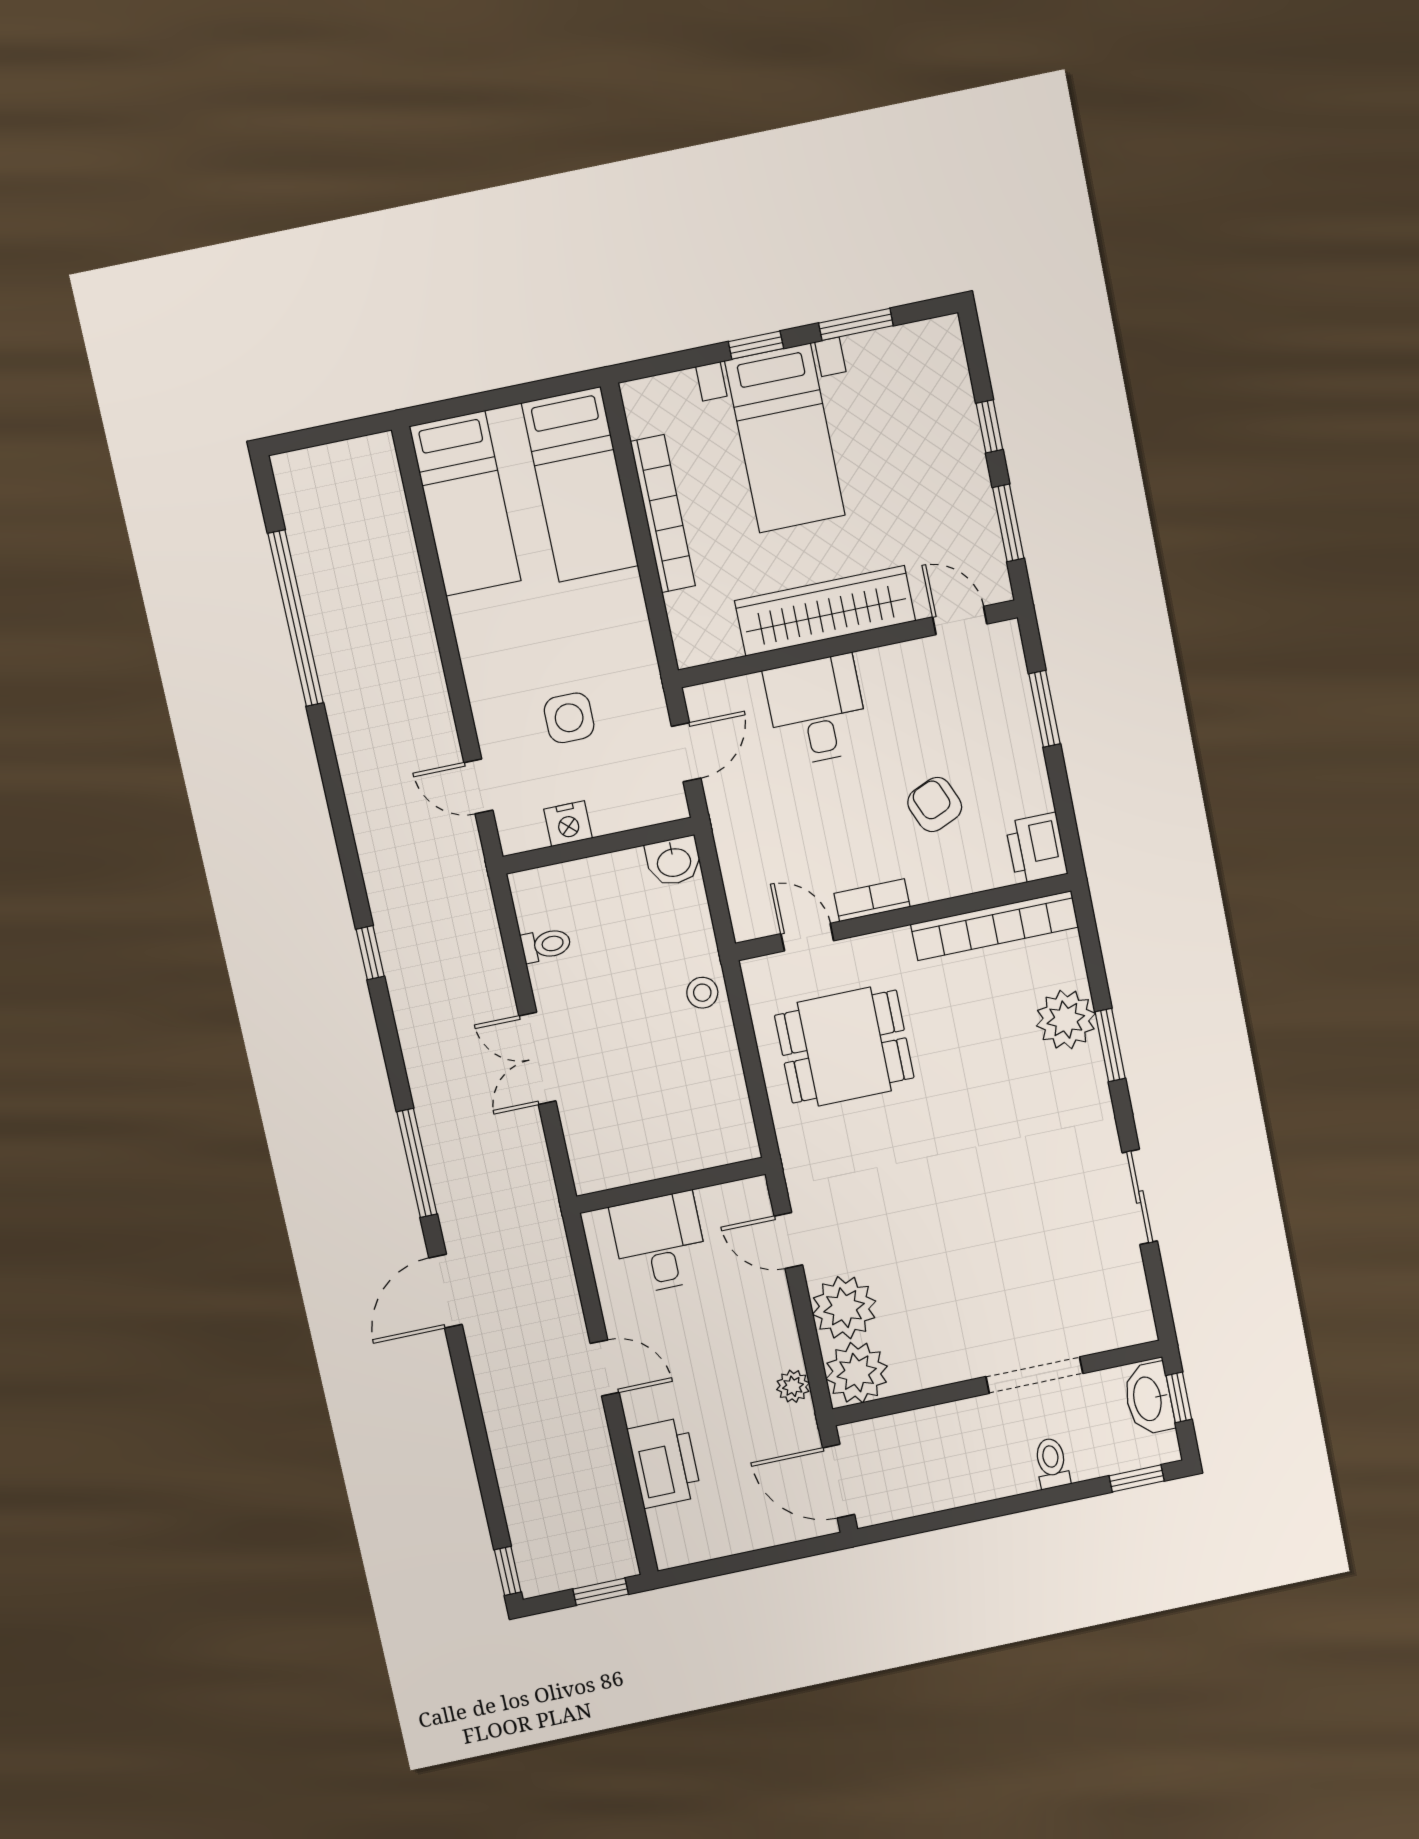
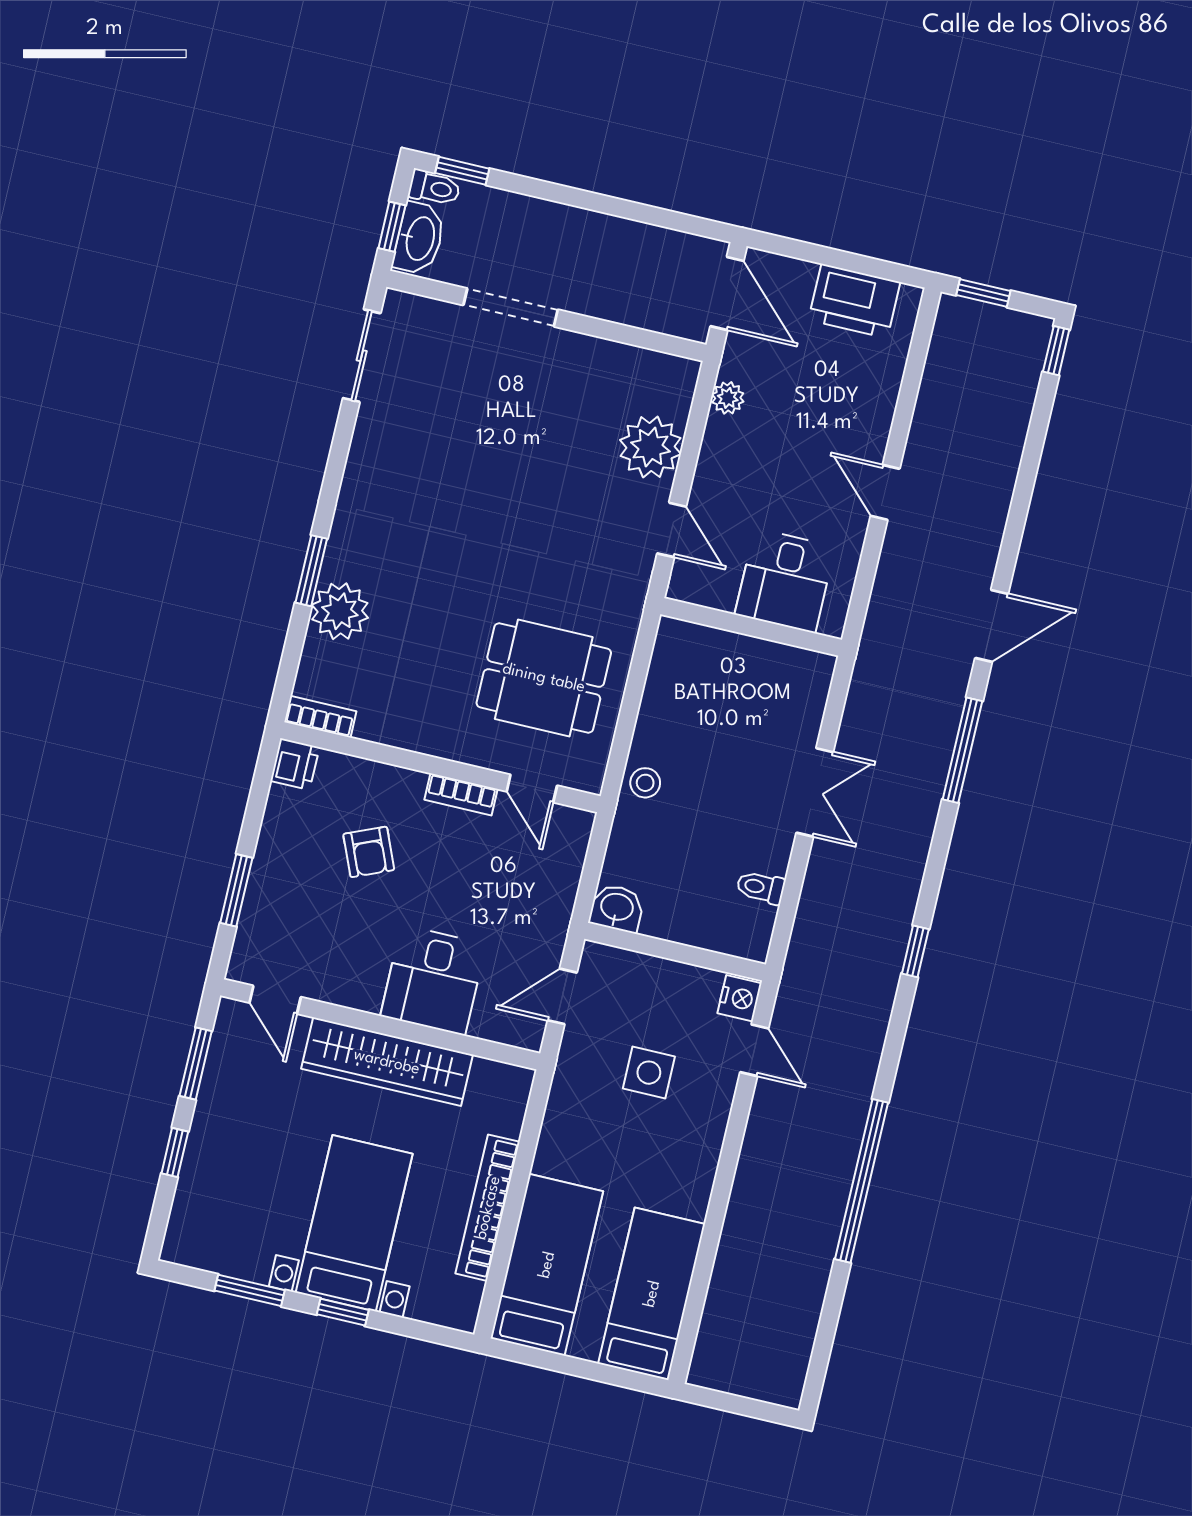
window: (296, 618) -> (861, 1181), moved
nightstand: (568, 824) -> (739, 998), moved, turned 90
printer: (1036, 848) -> (295, 764), width x0.73, depth x0.81
bookcase: (995, 926) -> (320, 717), width x0.43, depth x0.76
sliding door: (1140, 1197) -> (362, 356), moved
plant: (857, 1373) -> (666, 384), removed
printer: (664, 1463) -> (854, 301), moved, turned -90
toilet: (1052, 1463) -> (434, 188), moved, turned -90

